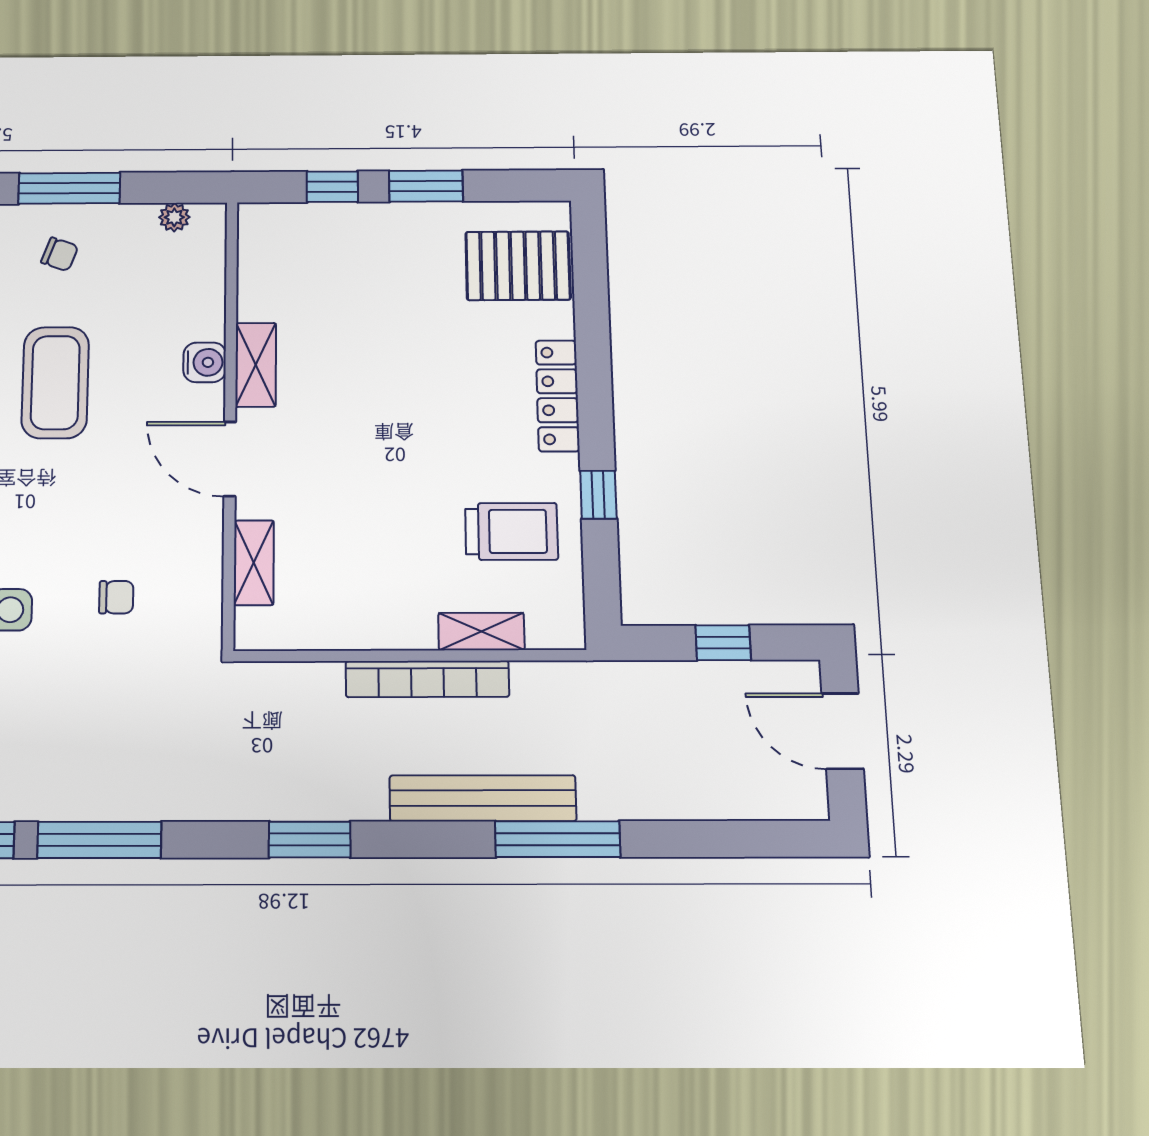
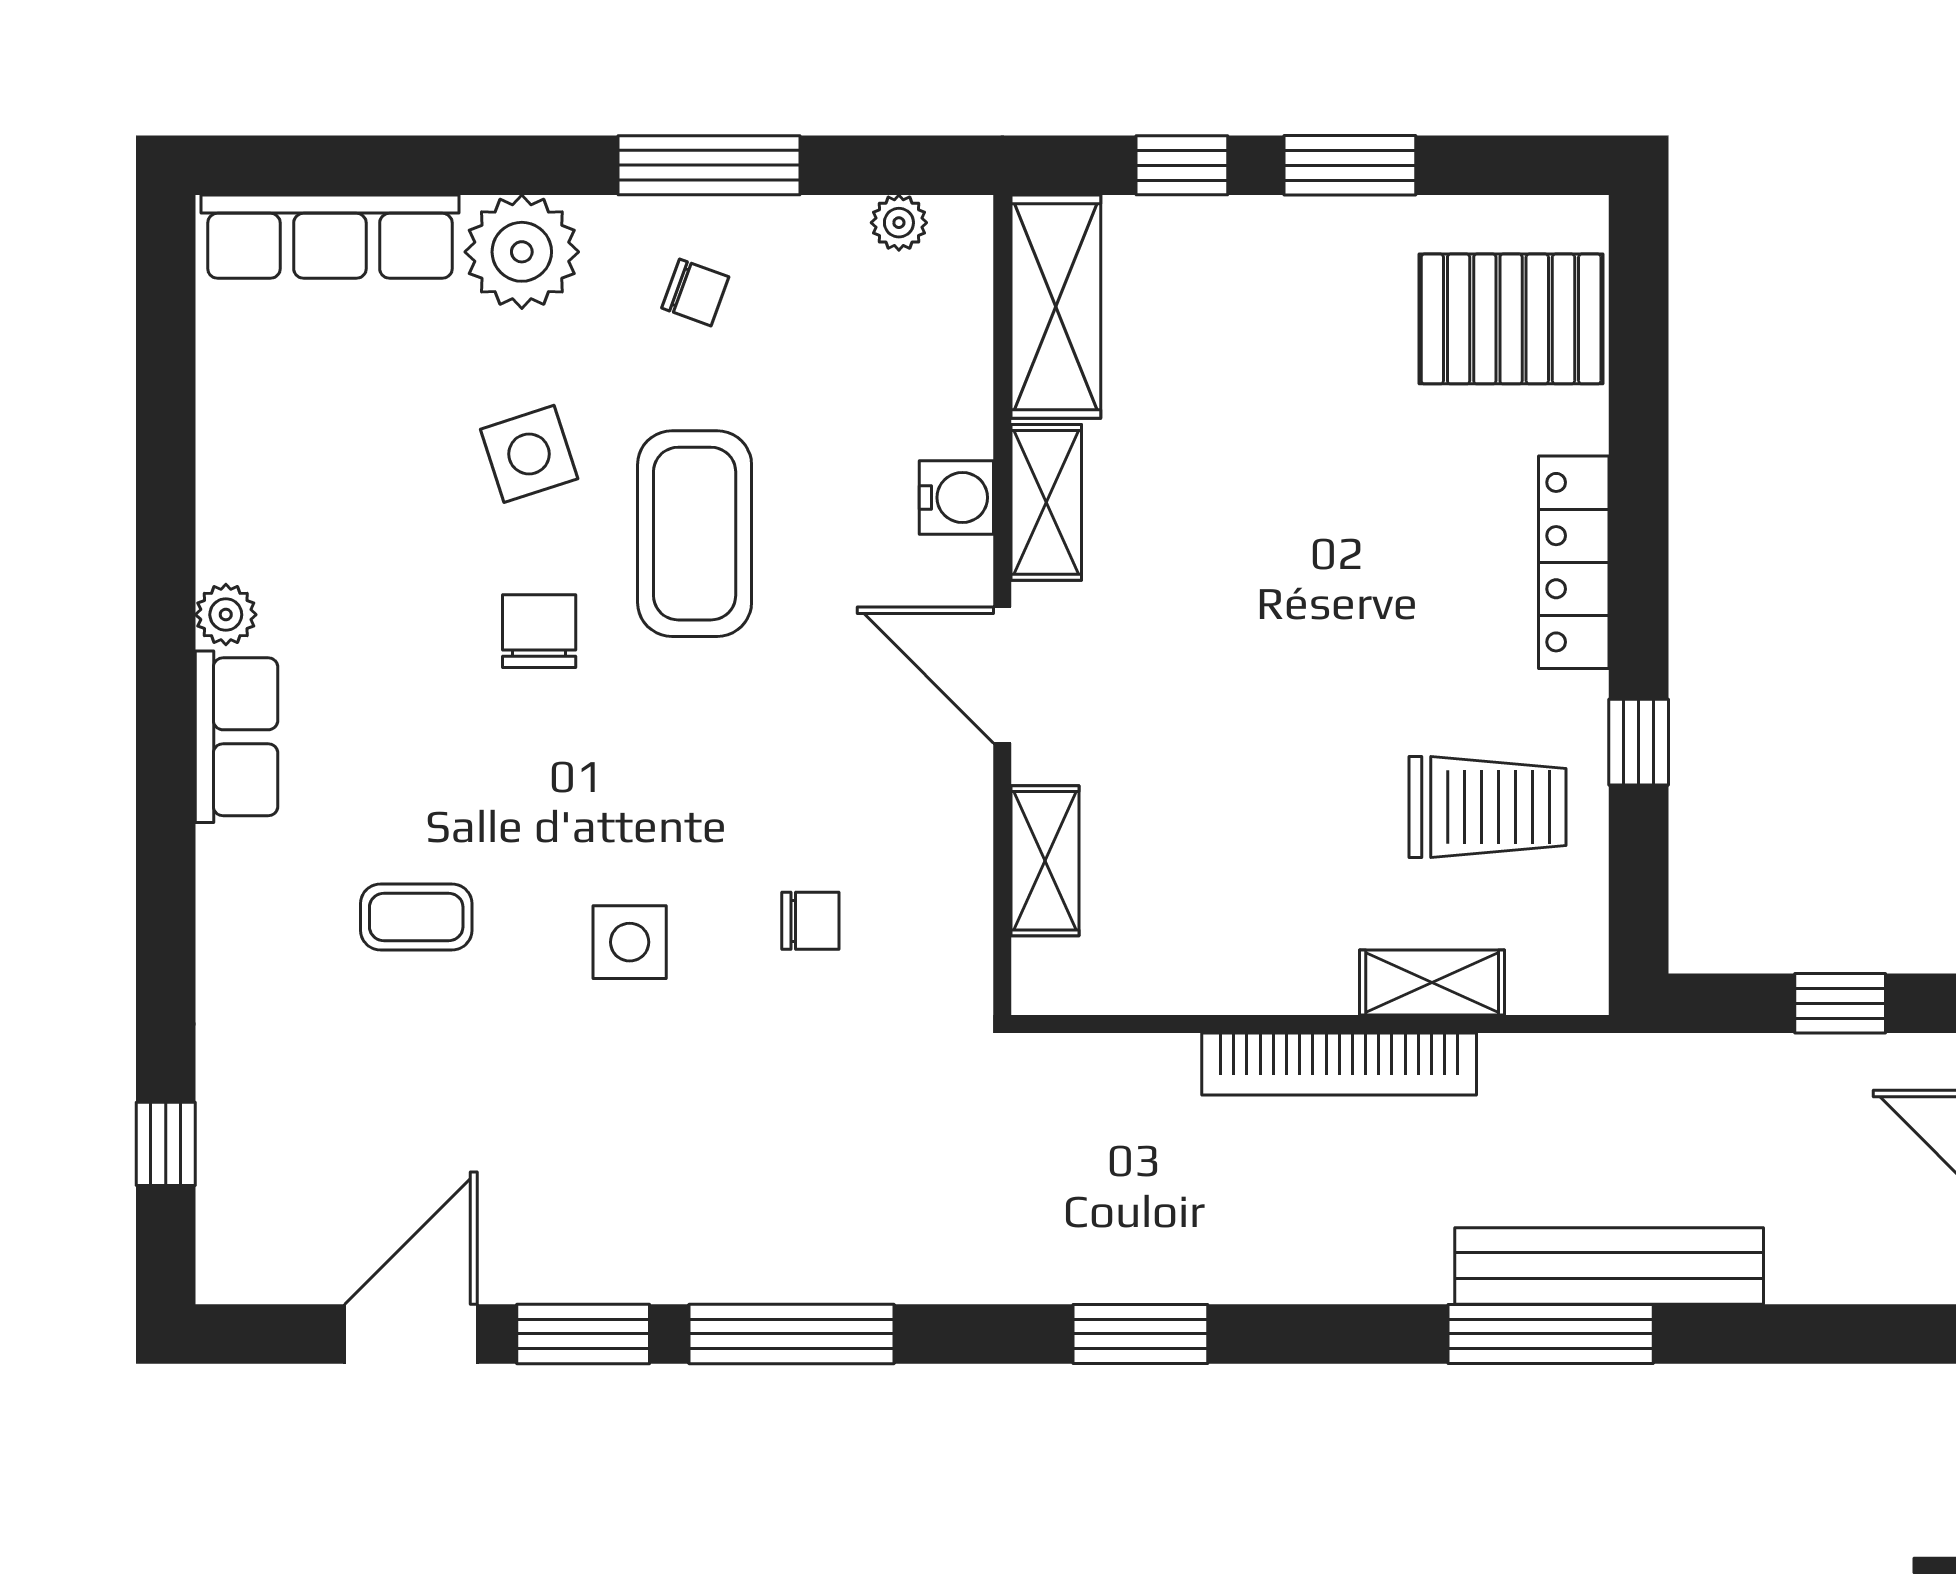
shelving: (262, 261) -> (1056, 307), added
bench: (483, 798) -> (1609, 1266), moved

